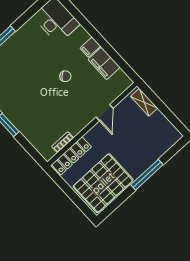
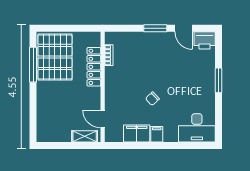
door: (105, 113) -> (103, 119), moved
locker: (71, 156) -> (94, 67), moved
window: (147, 175) -> (33, 65), moved

